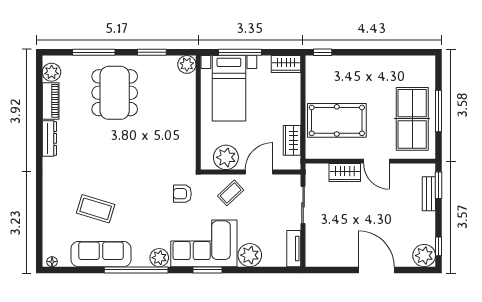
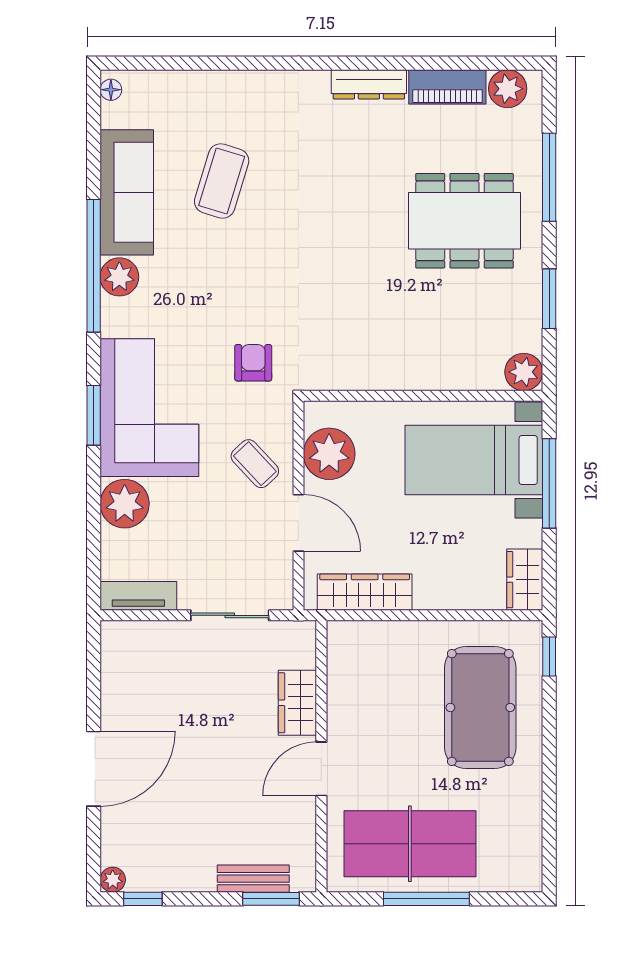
pool table: (337, 120) -> (480, 707), moved
wardrobe: (292, 140) -> (365, 592), width x1.50
plant: (424, 256) -> (113, 880), width x0.53, depth x0.53
plant: (159, 258) -> (119, 277), moved

